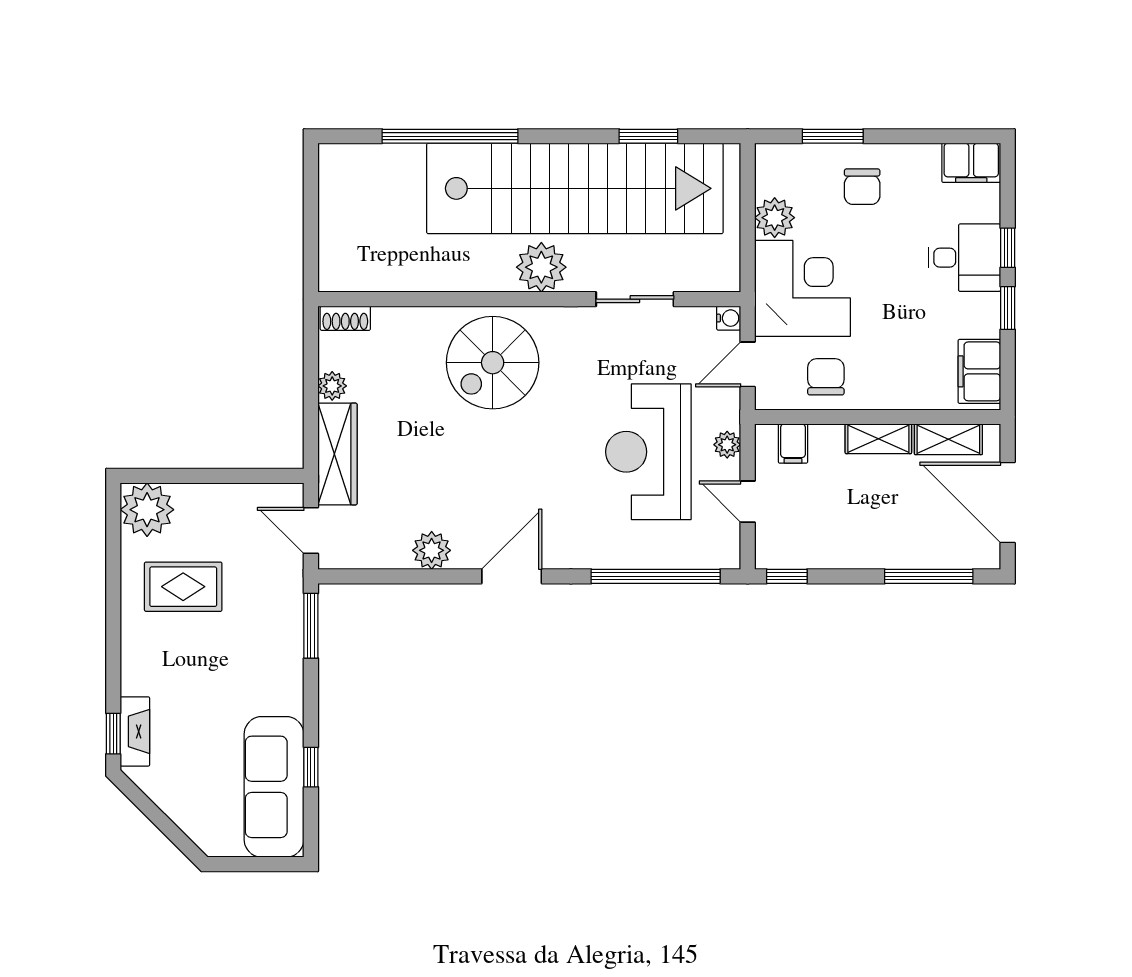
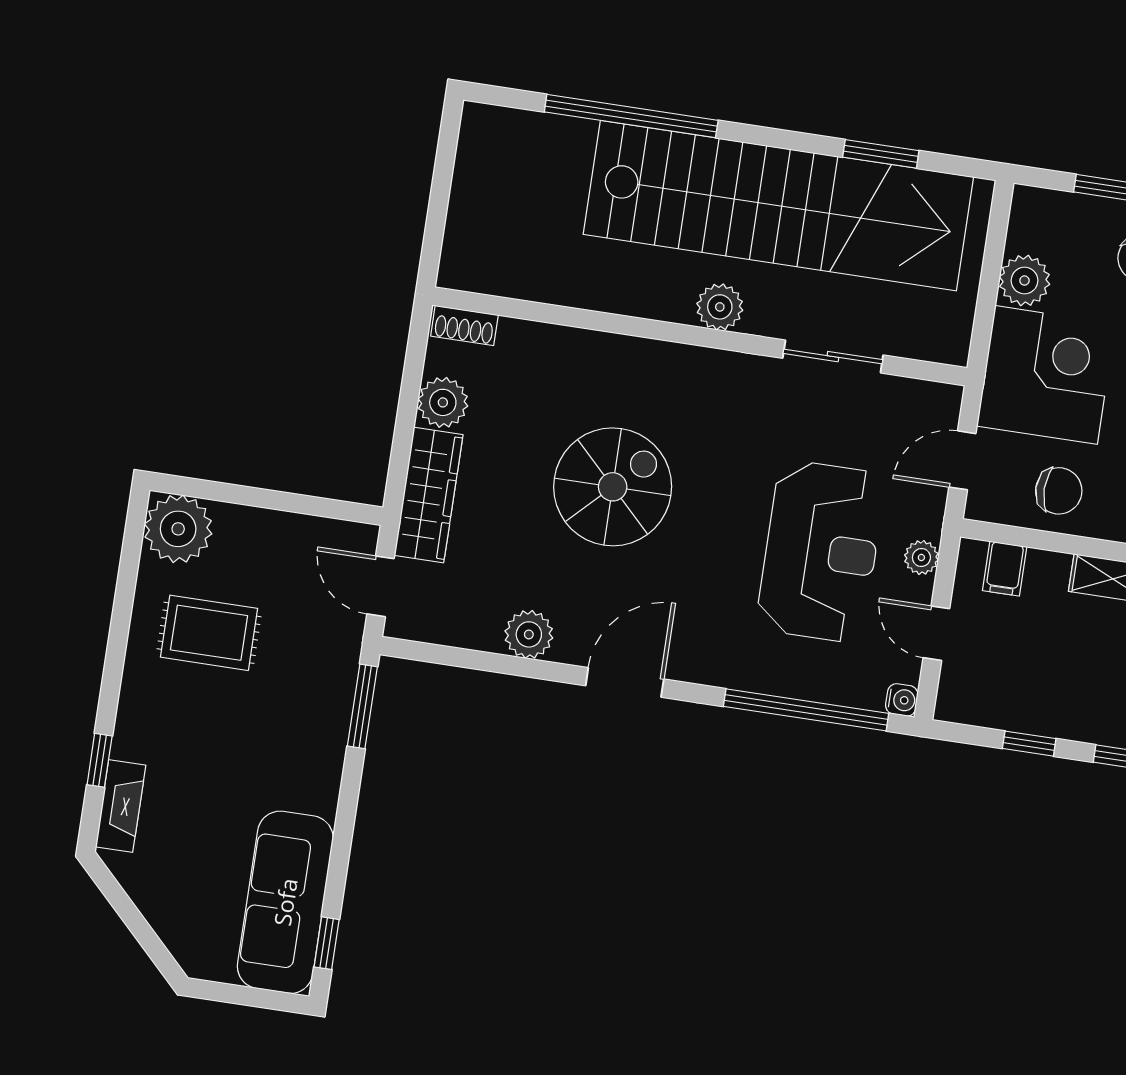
plant: (541, 267) -> (720, 307), width x0.73, depth x0.73
water cooler: (729, 318) -> (902, 700), moved
spiral stairs: (493, 363) -> (613, 487), moved, turned 180
chair: (826, 377) -> (1059, 491), turned 90
plant: (332, 386) -> (443, 402), width x1.38, depth x1.38
reception desk: (648, 452) -> (821, 551), turned 180
window: (787, 576) -> (1029, 744), moved
window: (113, 734) -> (100, 760), moved
window: (311, 767) -> (327, 943), moved

